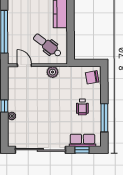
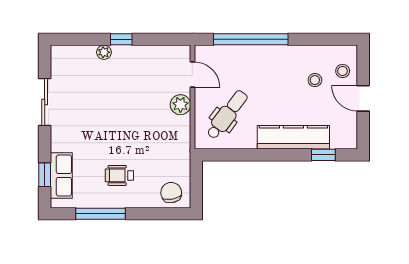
door: (24, 65) -> (192, 75), hinge flipped
plant: (52, 72) -> (180, 105), moved
sliding door: (40, 150) -> (45, 102), width x0.54

